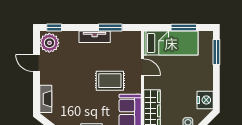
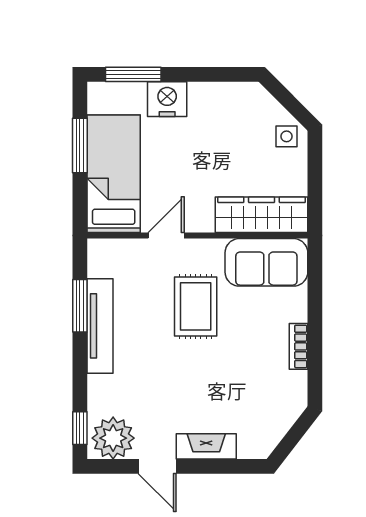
tv unit: (95, 37) -> (100, 326), width x1.41
door: (37, 63) -> (157, 466), hinge flipped
fireplace: (46, 99) -> (206, 446), moved
nightstand: (205, 100) -> (167, 99), moved

